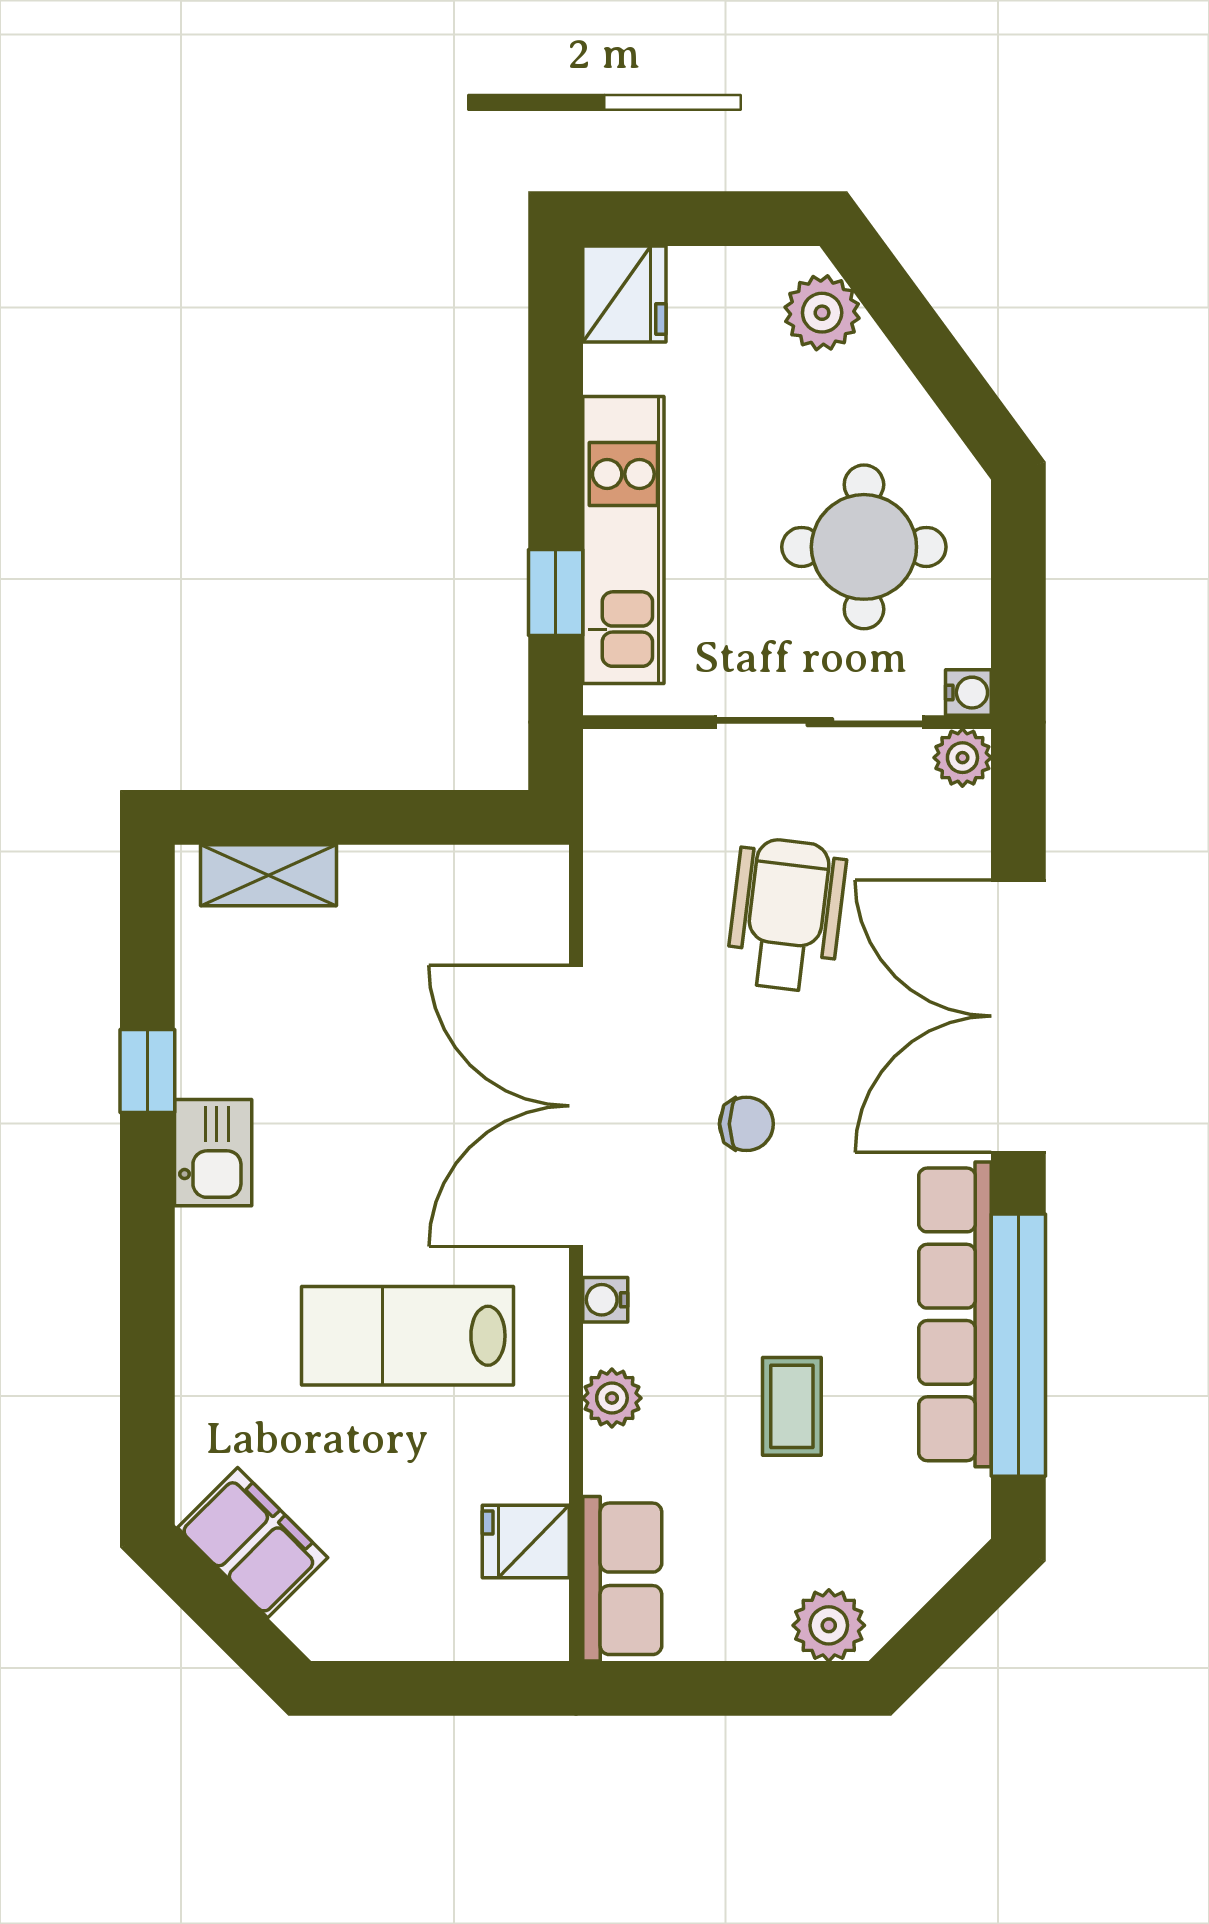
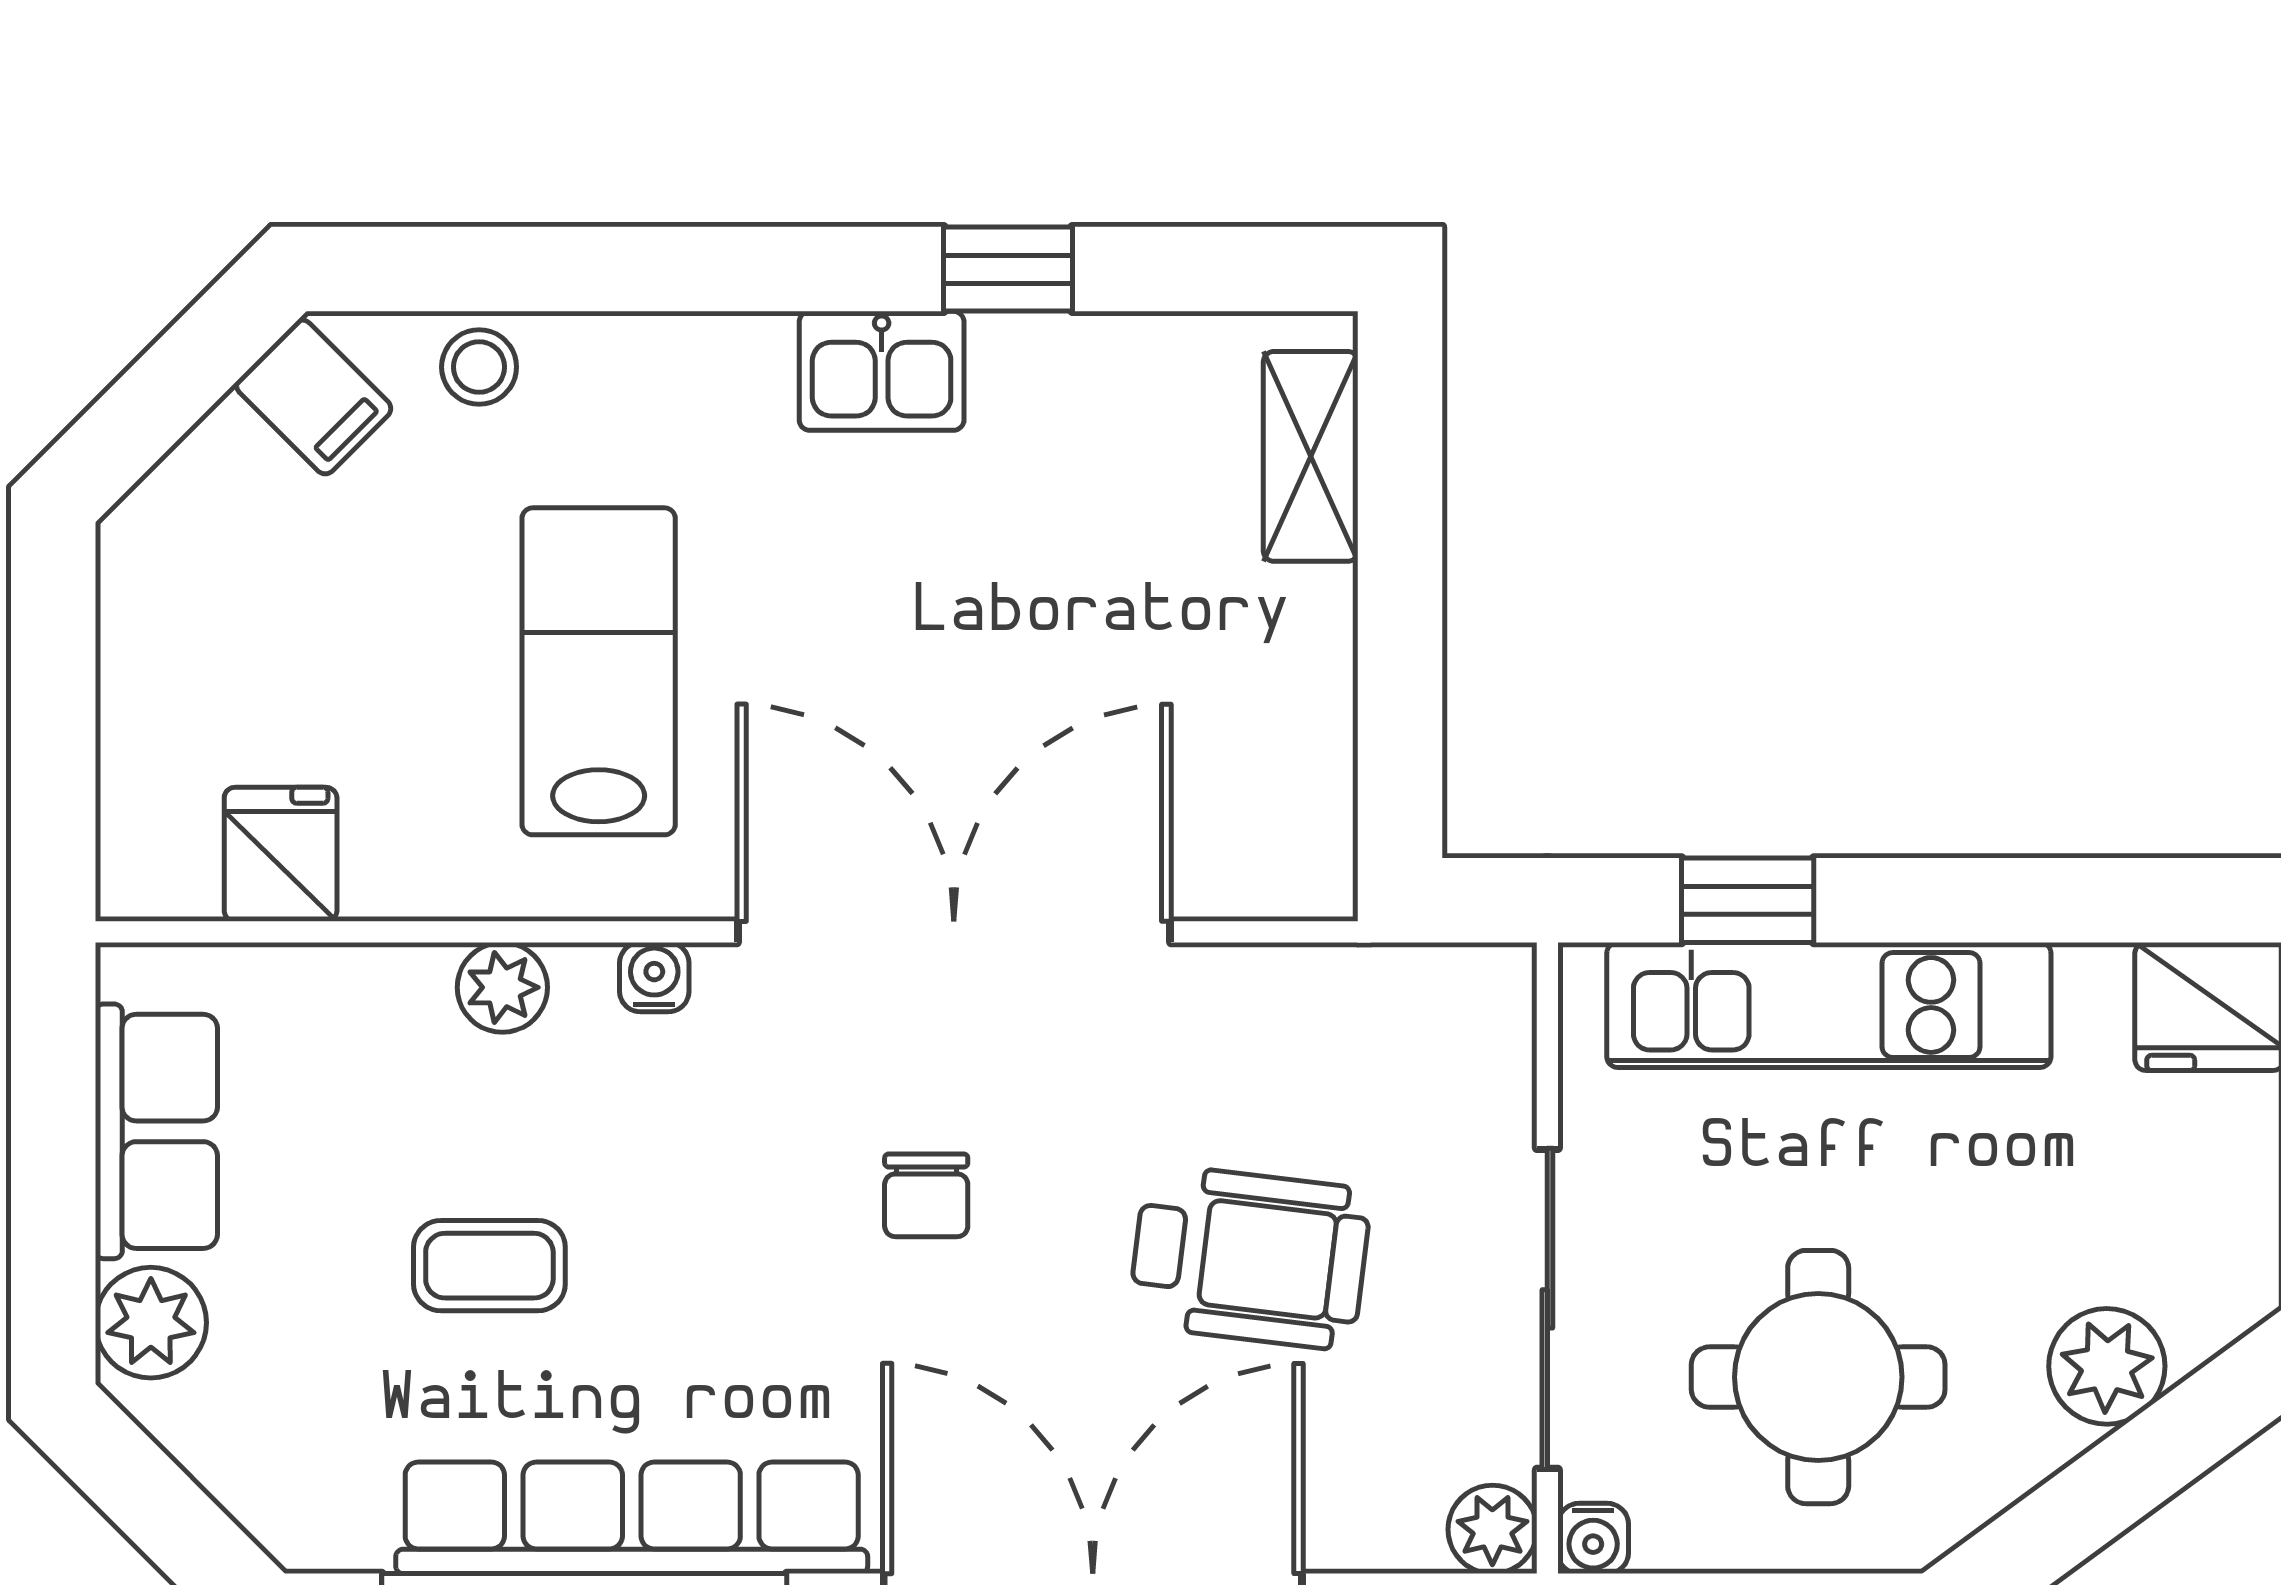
plant: (822, 313) -> (2107, 1366), moved
stool: (211, 1413) -> (479, 367), added
filing cabinet: (253, 1543) -> (314, 397), width x0.50
row of seats: (622, 1579) -> (156, 1131), moved, turned -90

